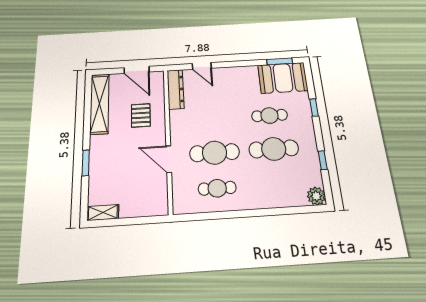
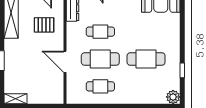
window: (314, 108) -> (182, 27), removed
pallet: (141, 115) -> (44, 25), turned 90
cafe table: (270, 116) -> (100, 32), moved

